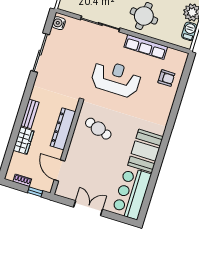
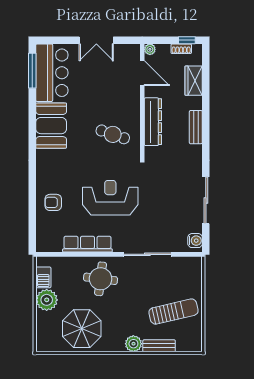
armchair: (166, 78) -> (53, 202), moved
reception desk: (116, 79) -> (110, 198), turned 180
wardrobe: (24, 141) -> (194, 81), moved
plant: (47, 188) -> (150, 49), added
window: (35, 192) -> (187, 40), moved
window: (147, 200) -> (32, 71), added

